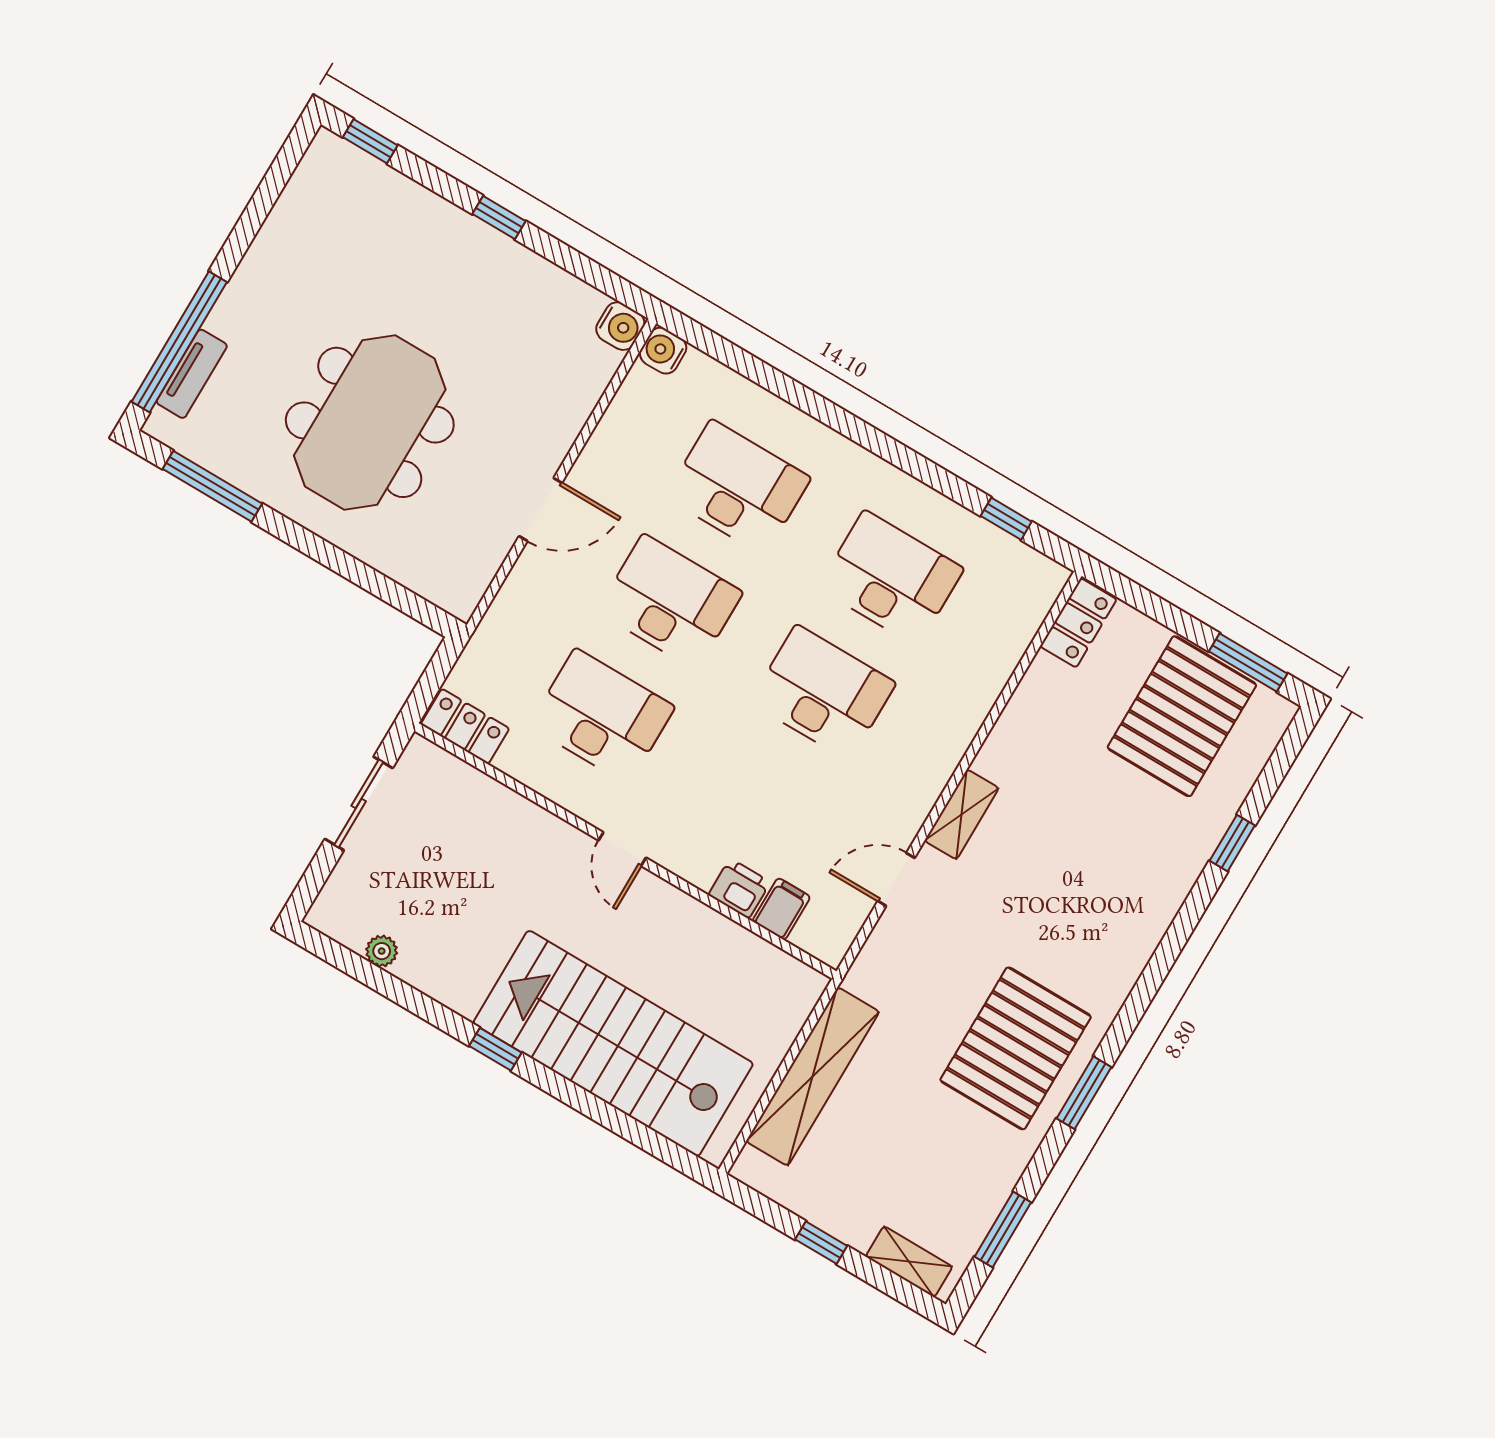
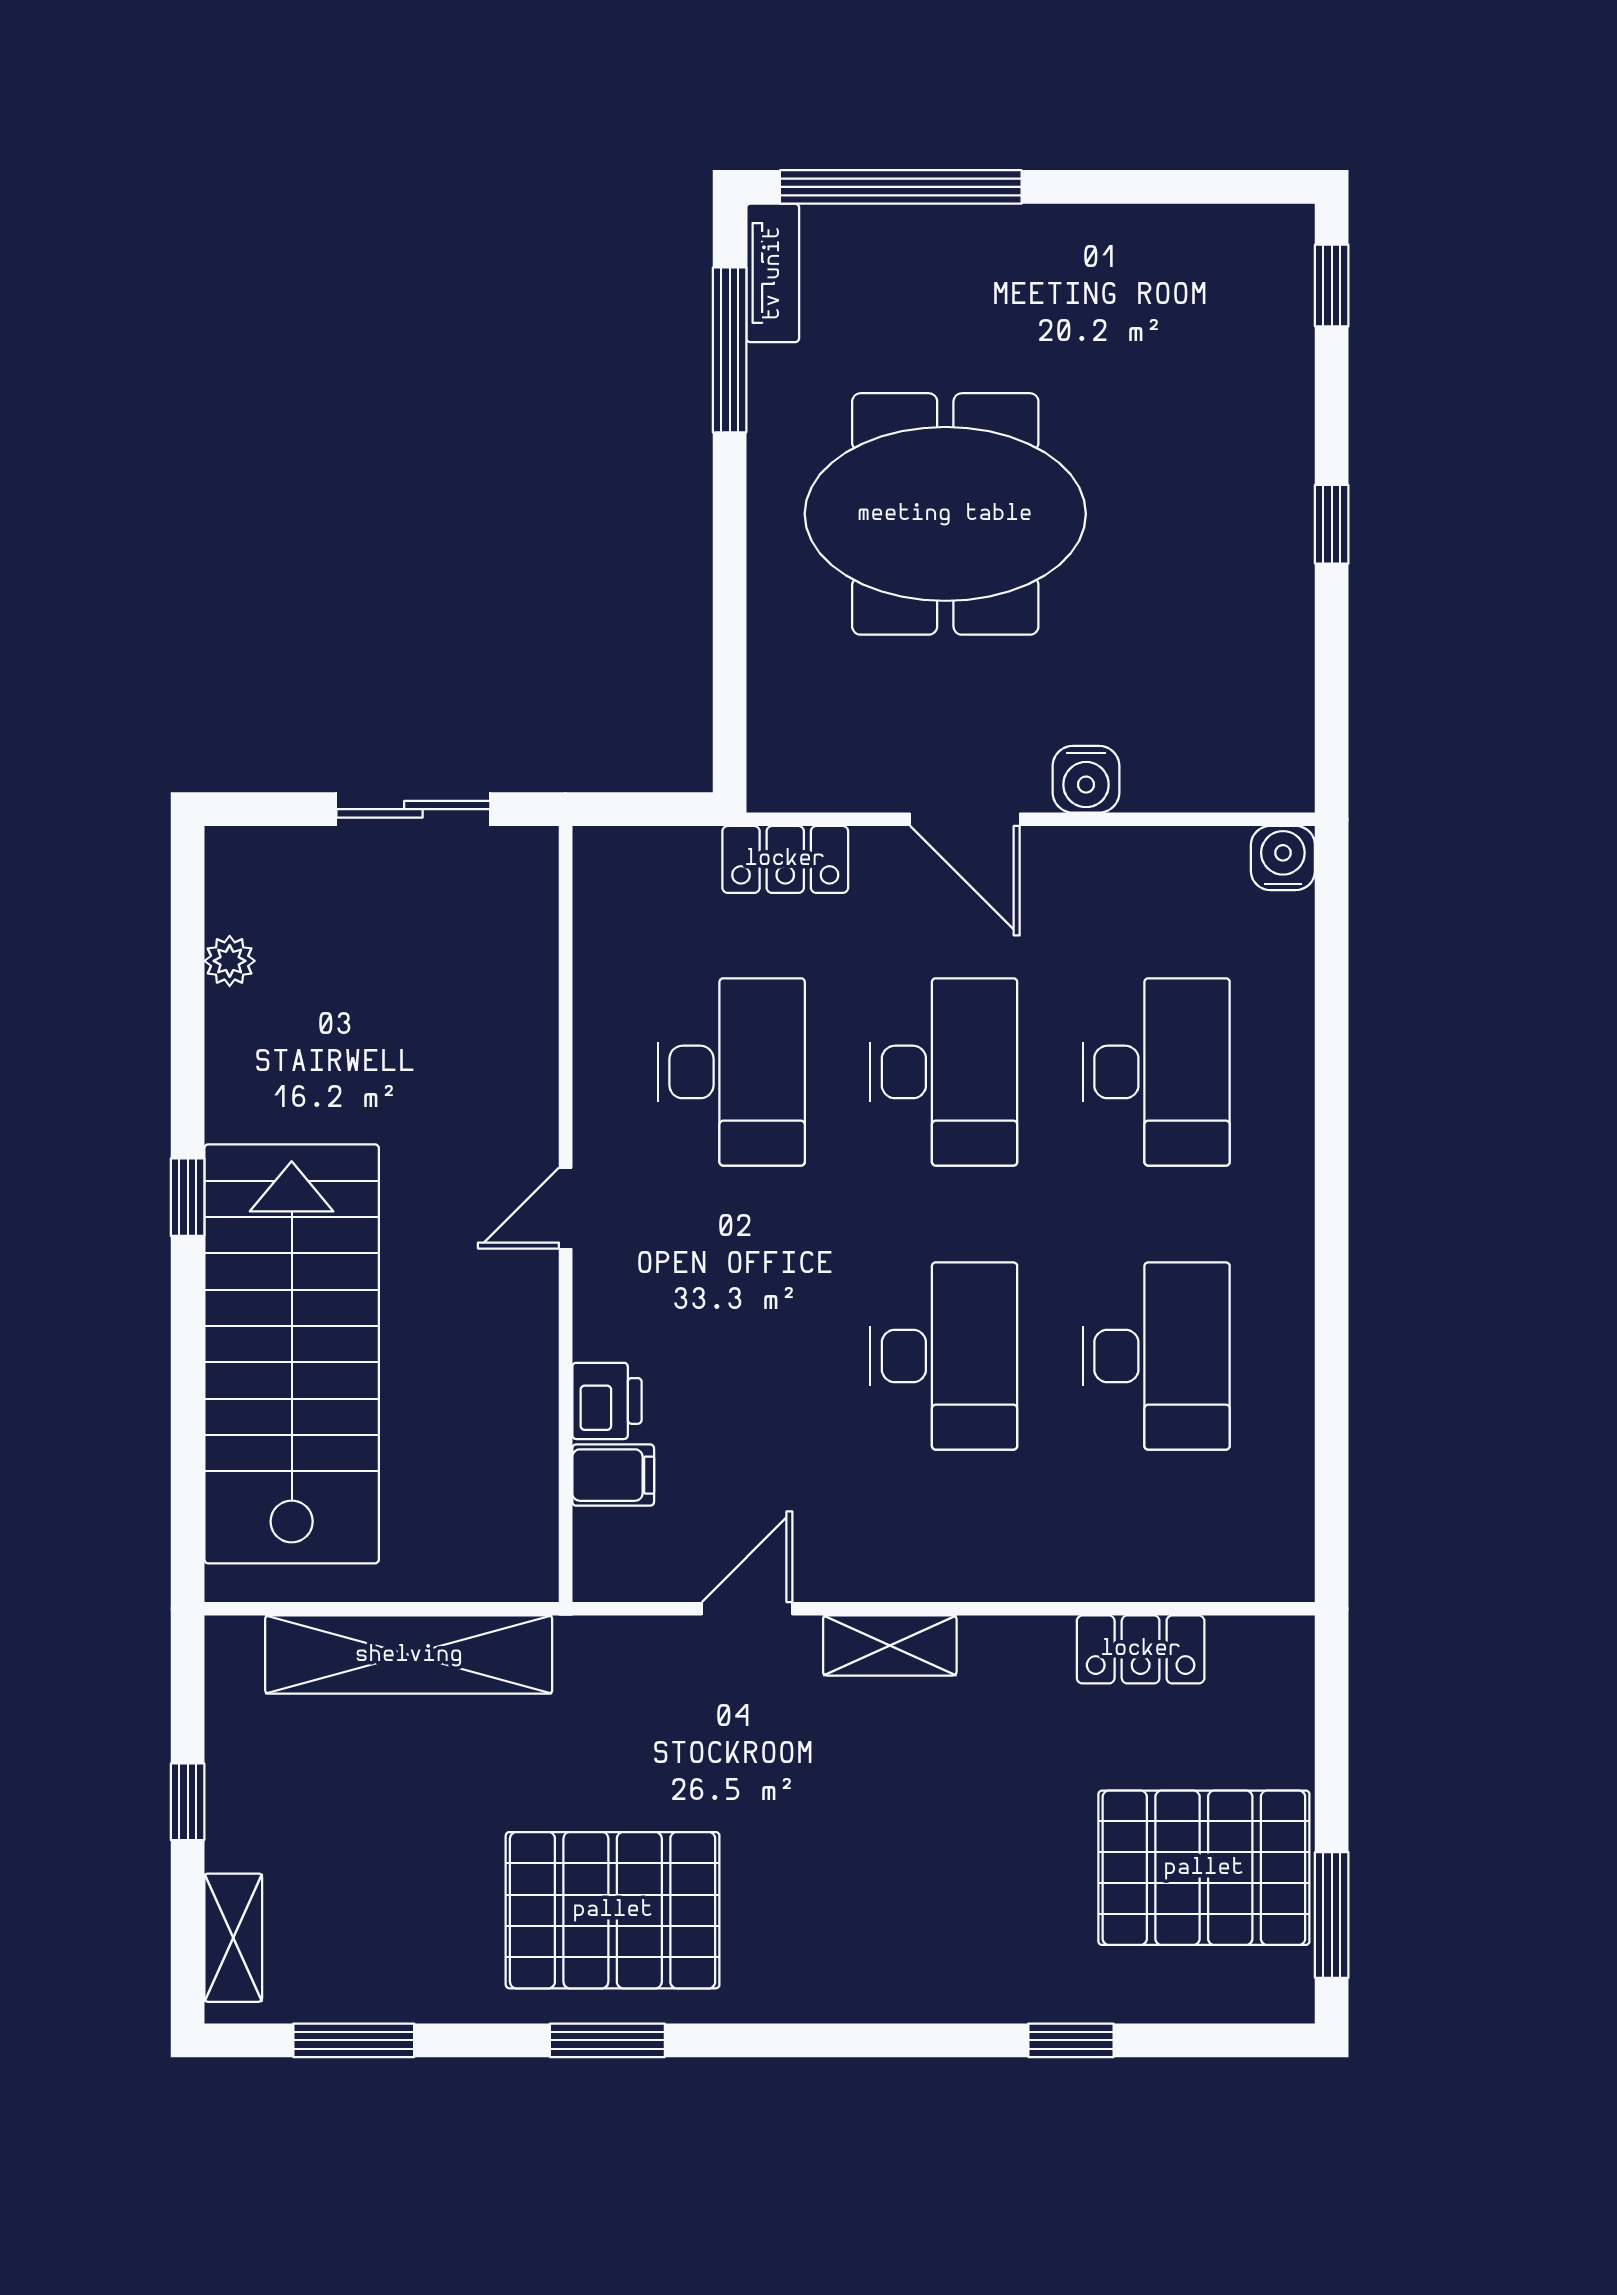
water cooler: (620, 326) -> (1086, 779), moved
tv unit: (192, 374) -> (773, 273), moved, turned -90
window: (1006, 519) -> (1332, 1466), removed
locker: (1078, 623) -> (1141, 1649), moved
locker: (465, 726) -> (785, 859), moved, turned 90
door: (896, 879) -> (747, 1609), hinge flipped

